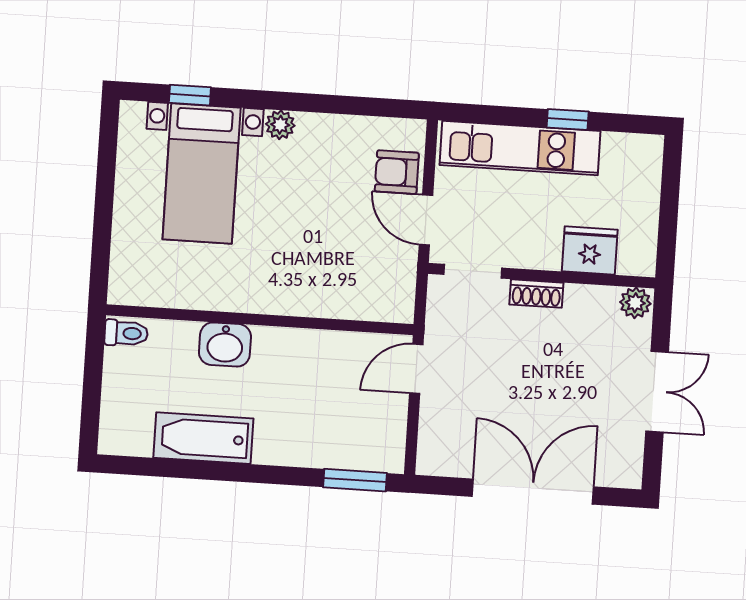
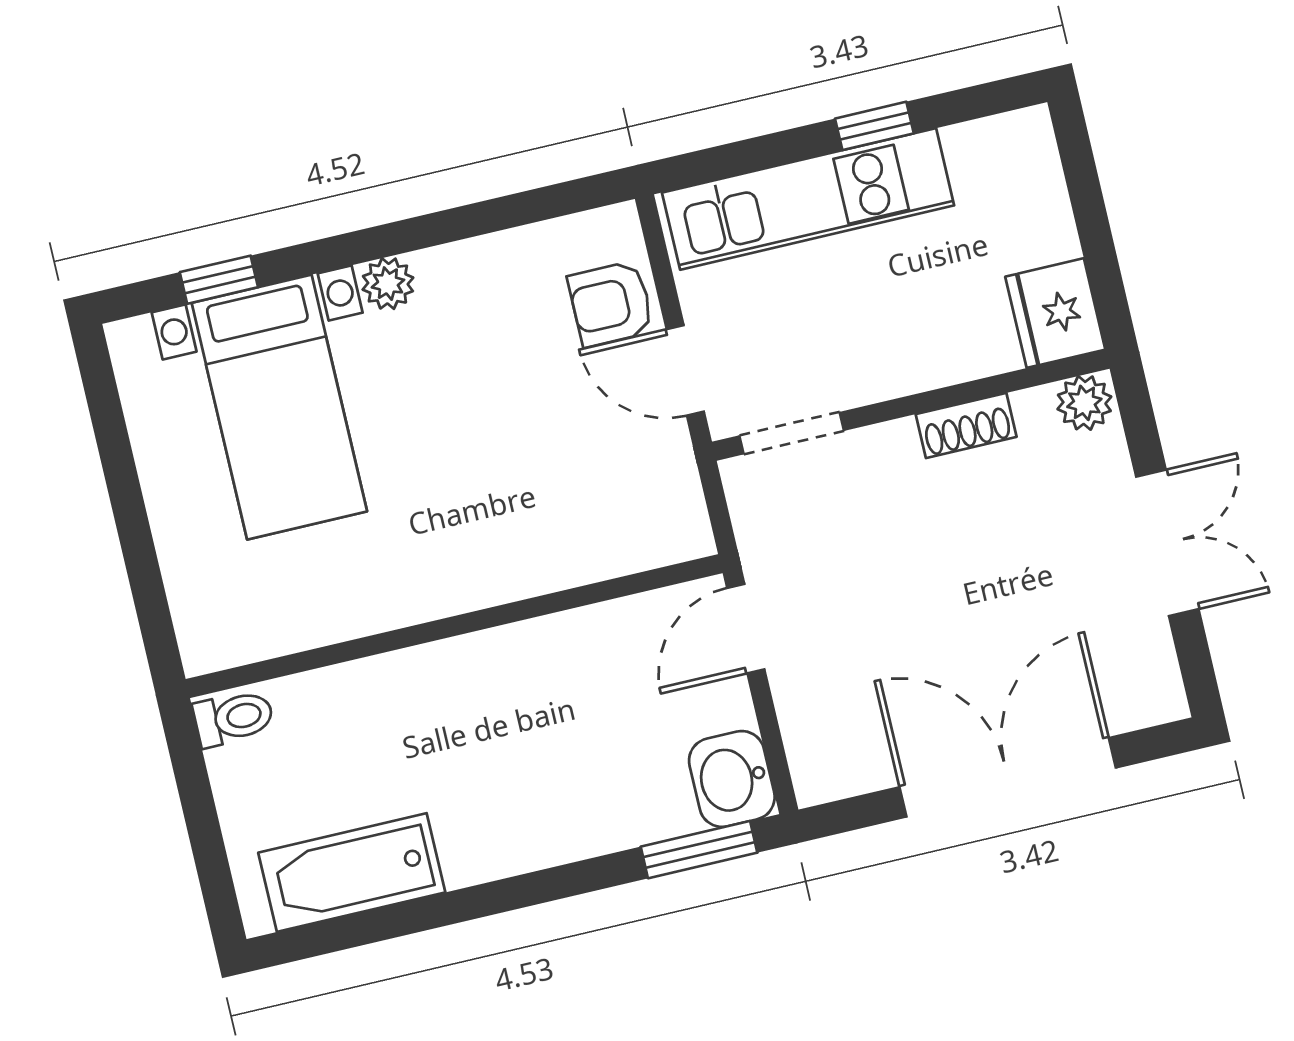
fridge: (590, 250) -> (1055, 313), moved, turned -90
shoe rack: (536, 294) -> (966, 425), moved
washbasin: (225, 345) -> (732, 779), moved, turned 90
bathtub: (203, 438) -> (352, 872), moved

